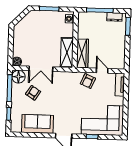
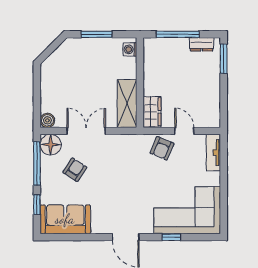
wardrobe: (82, 53) -> (152, 112), width x0.67
double door: (41, 69) -> (86, 131), swing flipped
sofa: (38, 124) -> (65, 219), moved

